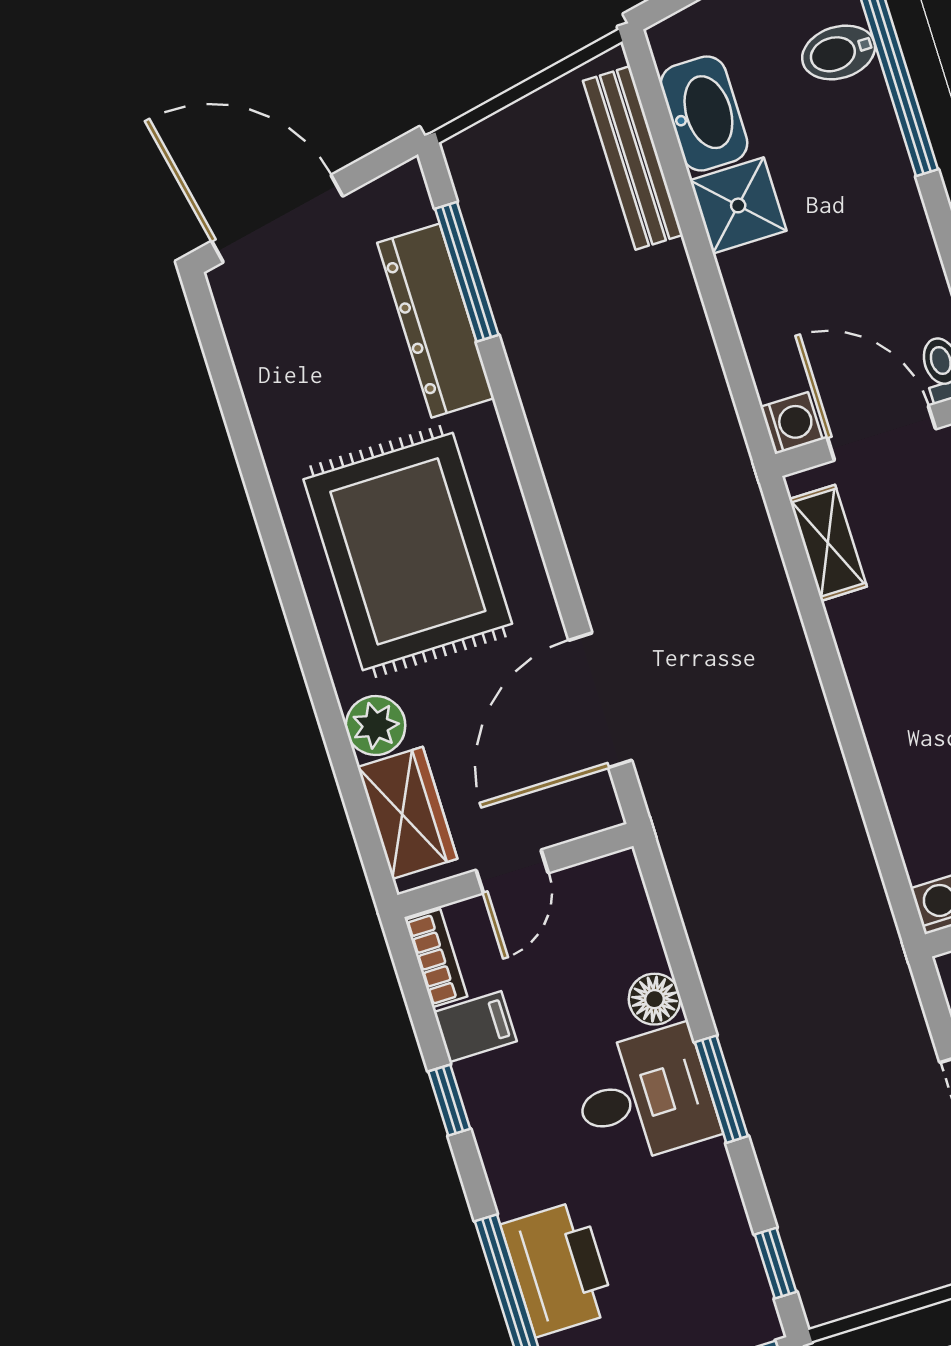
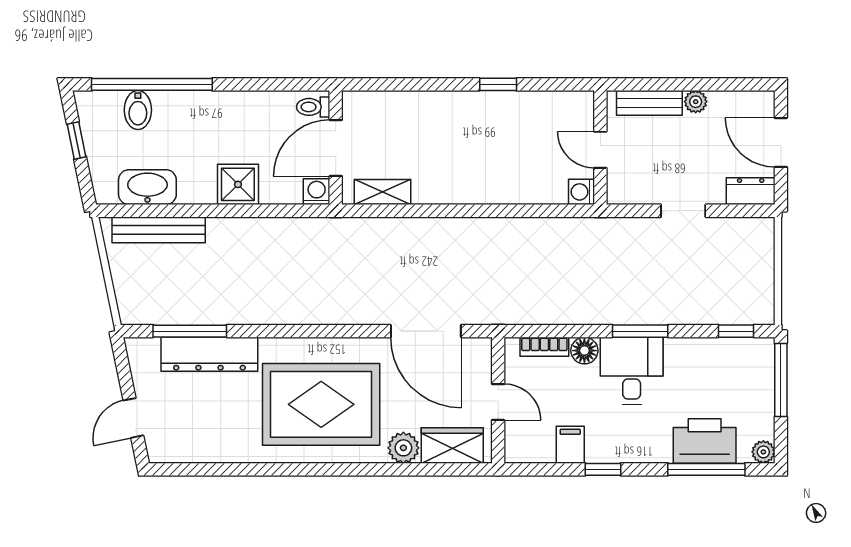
shower: (738, 205) -> (238, 184), moved
door: (277, 219) -> (133, 418), width x0.53
bookcase: (436, 958) -> (544, 347), moved, turned 180

